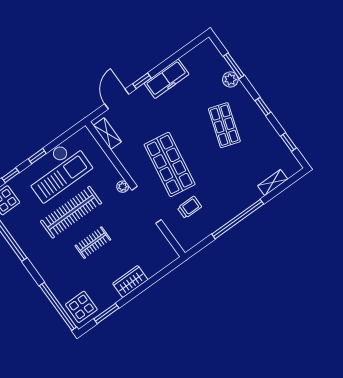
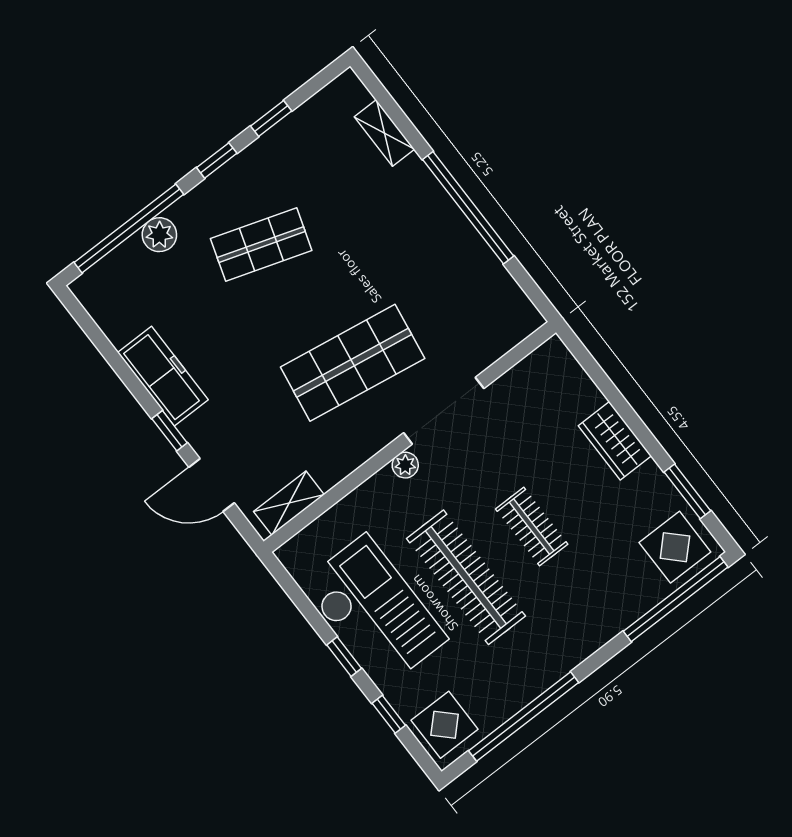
window: (234, 66) -> (129, 228), width x2.11
window: (288, 142) -> (271, 118), moved
trolley: (189, 207) -> (446, 315), removed

